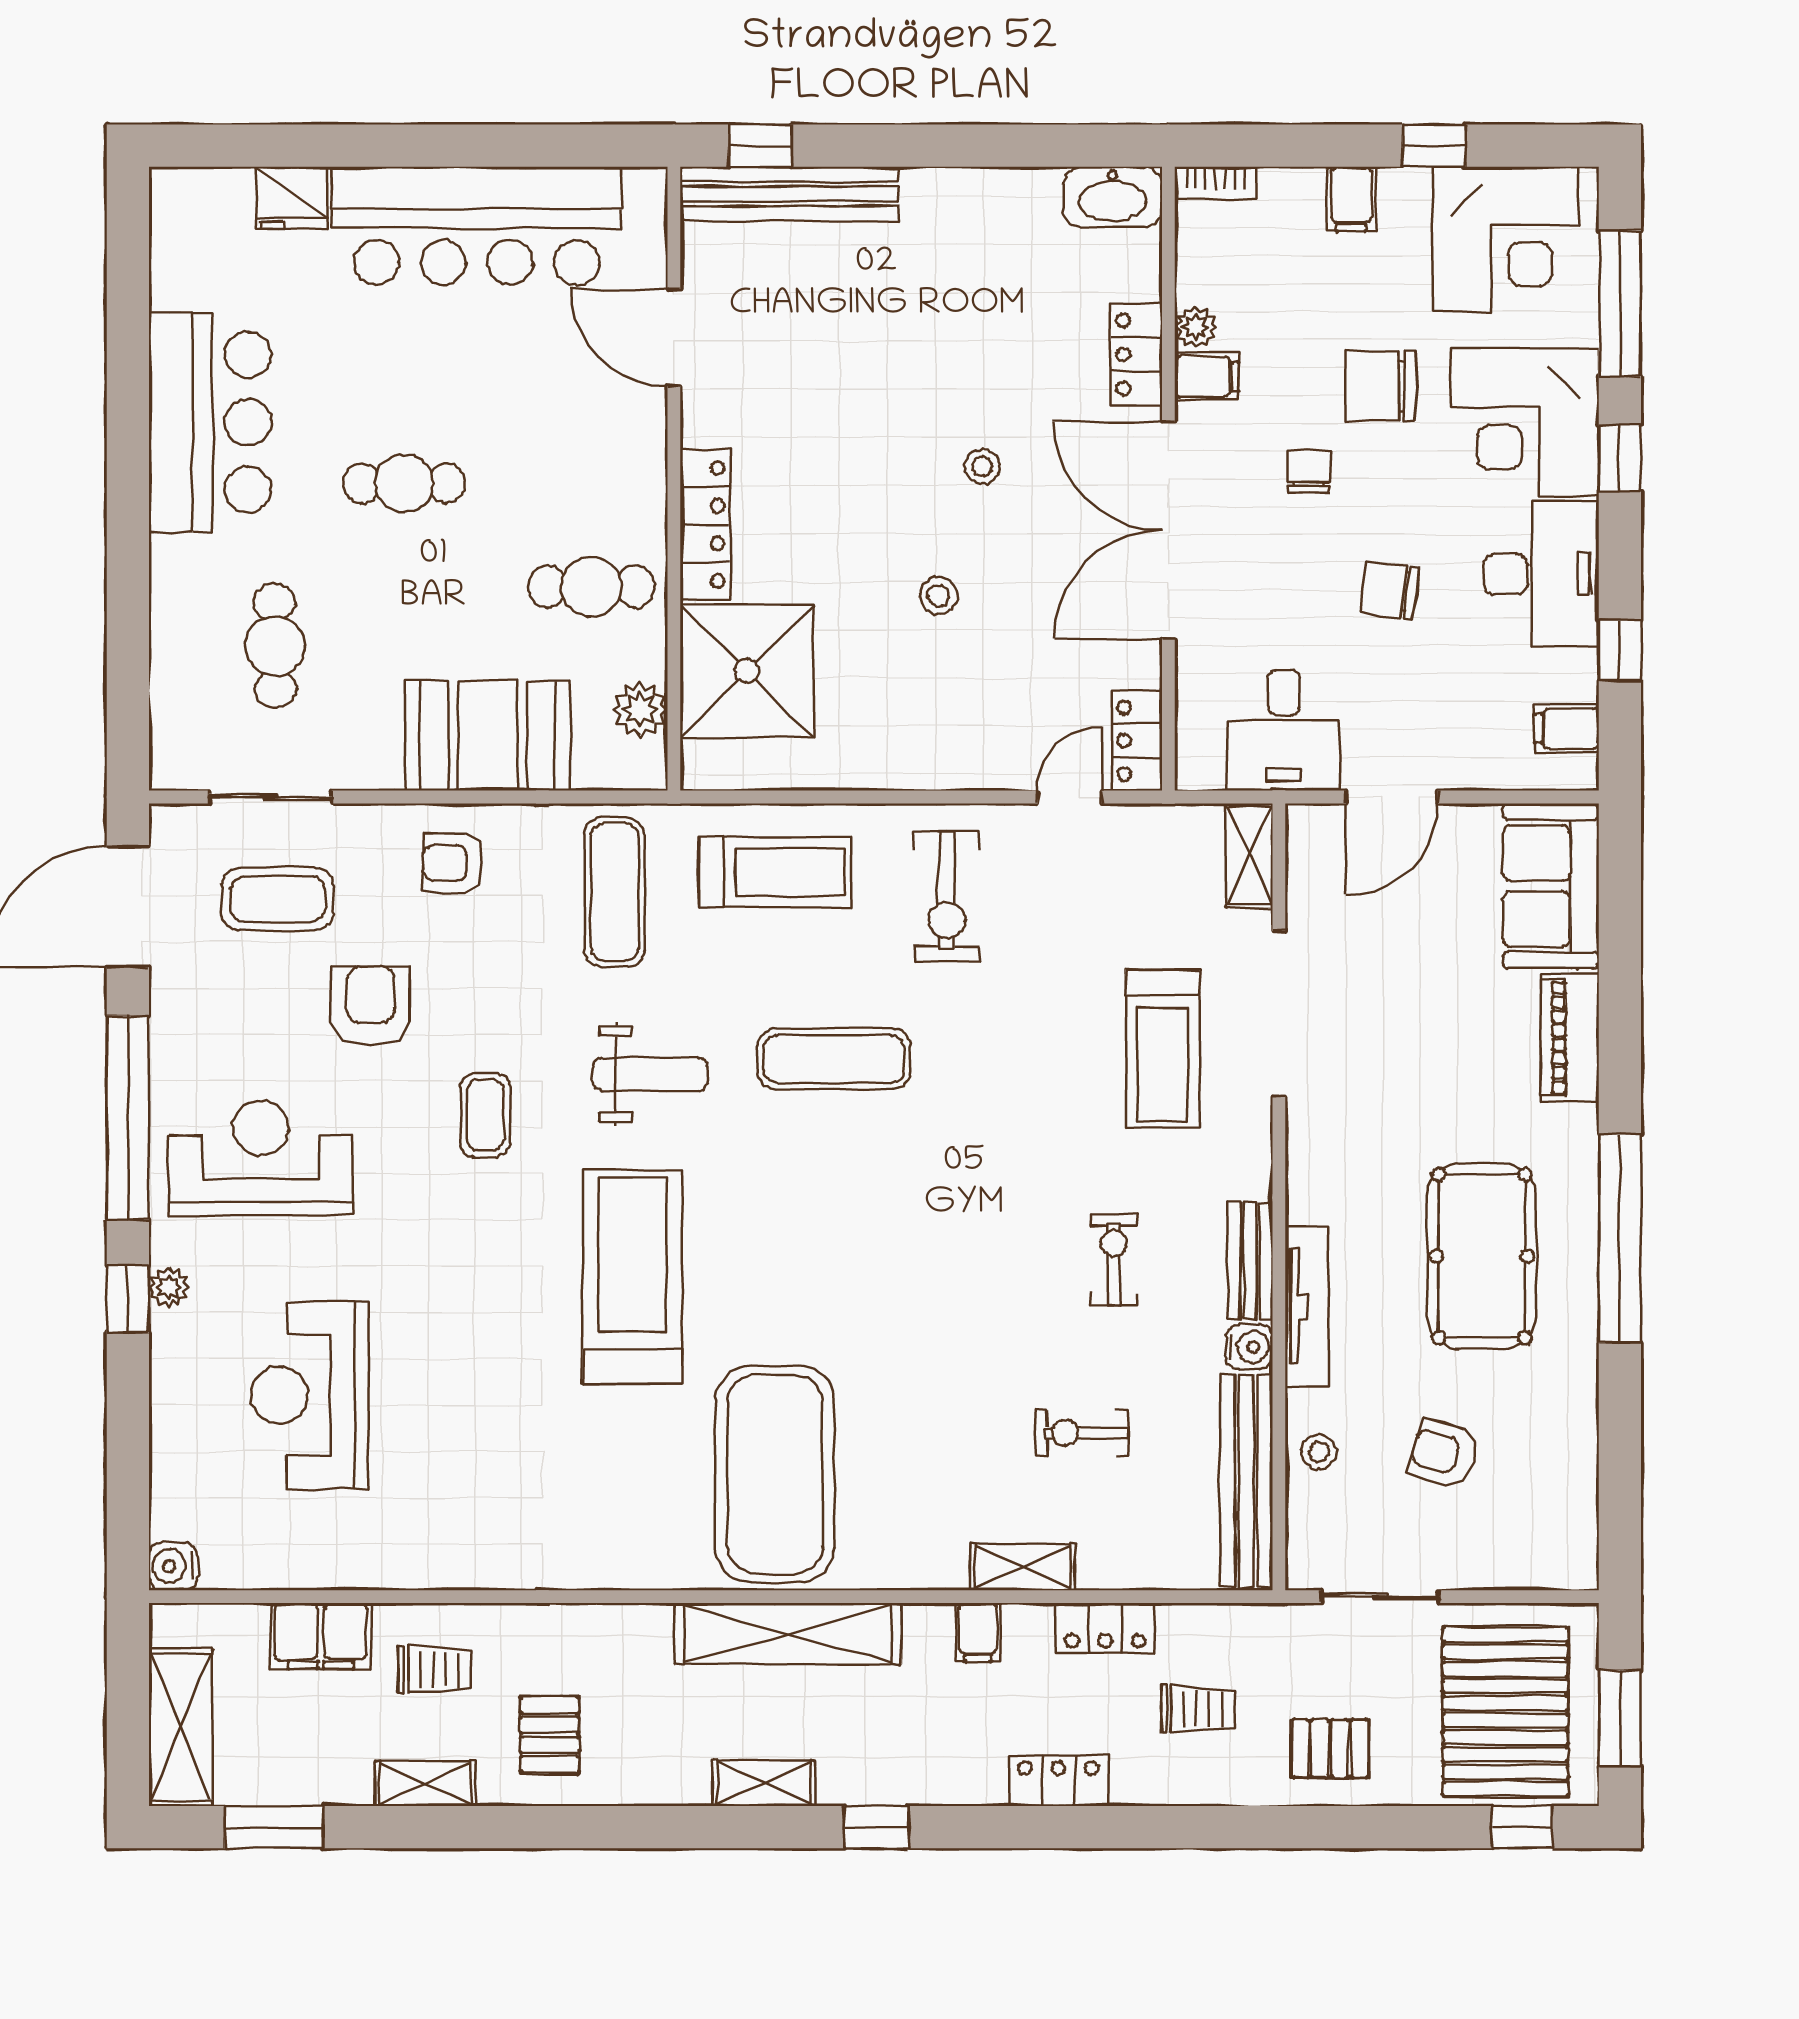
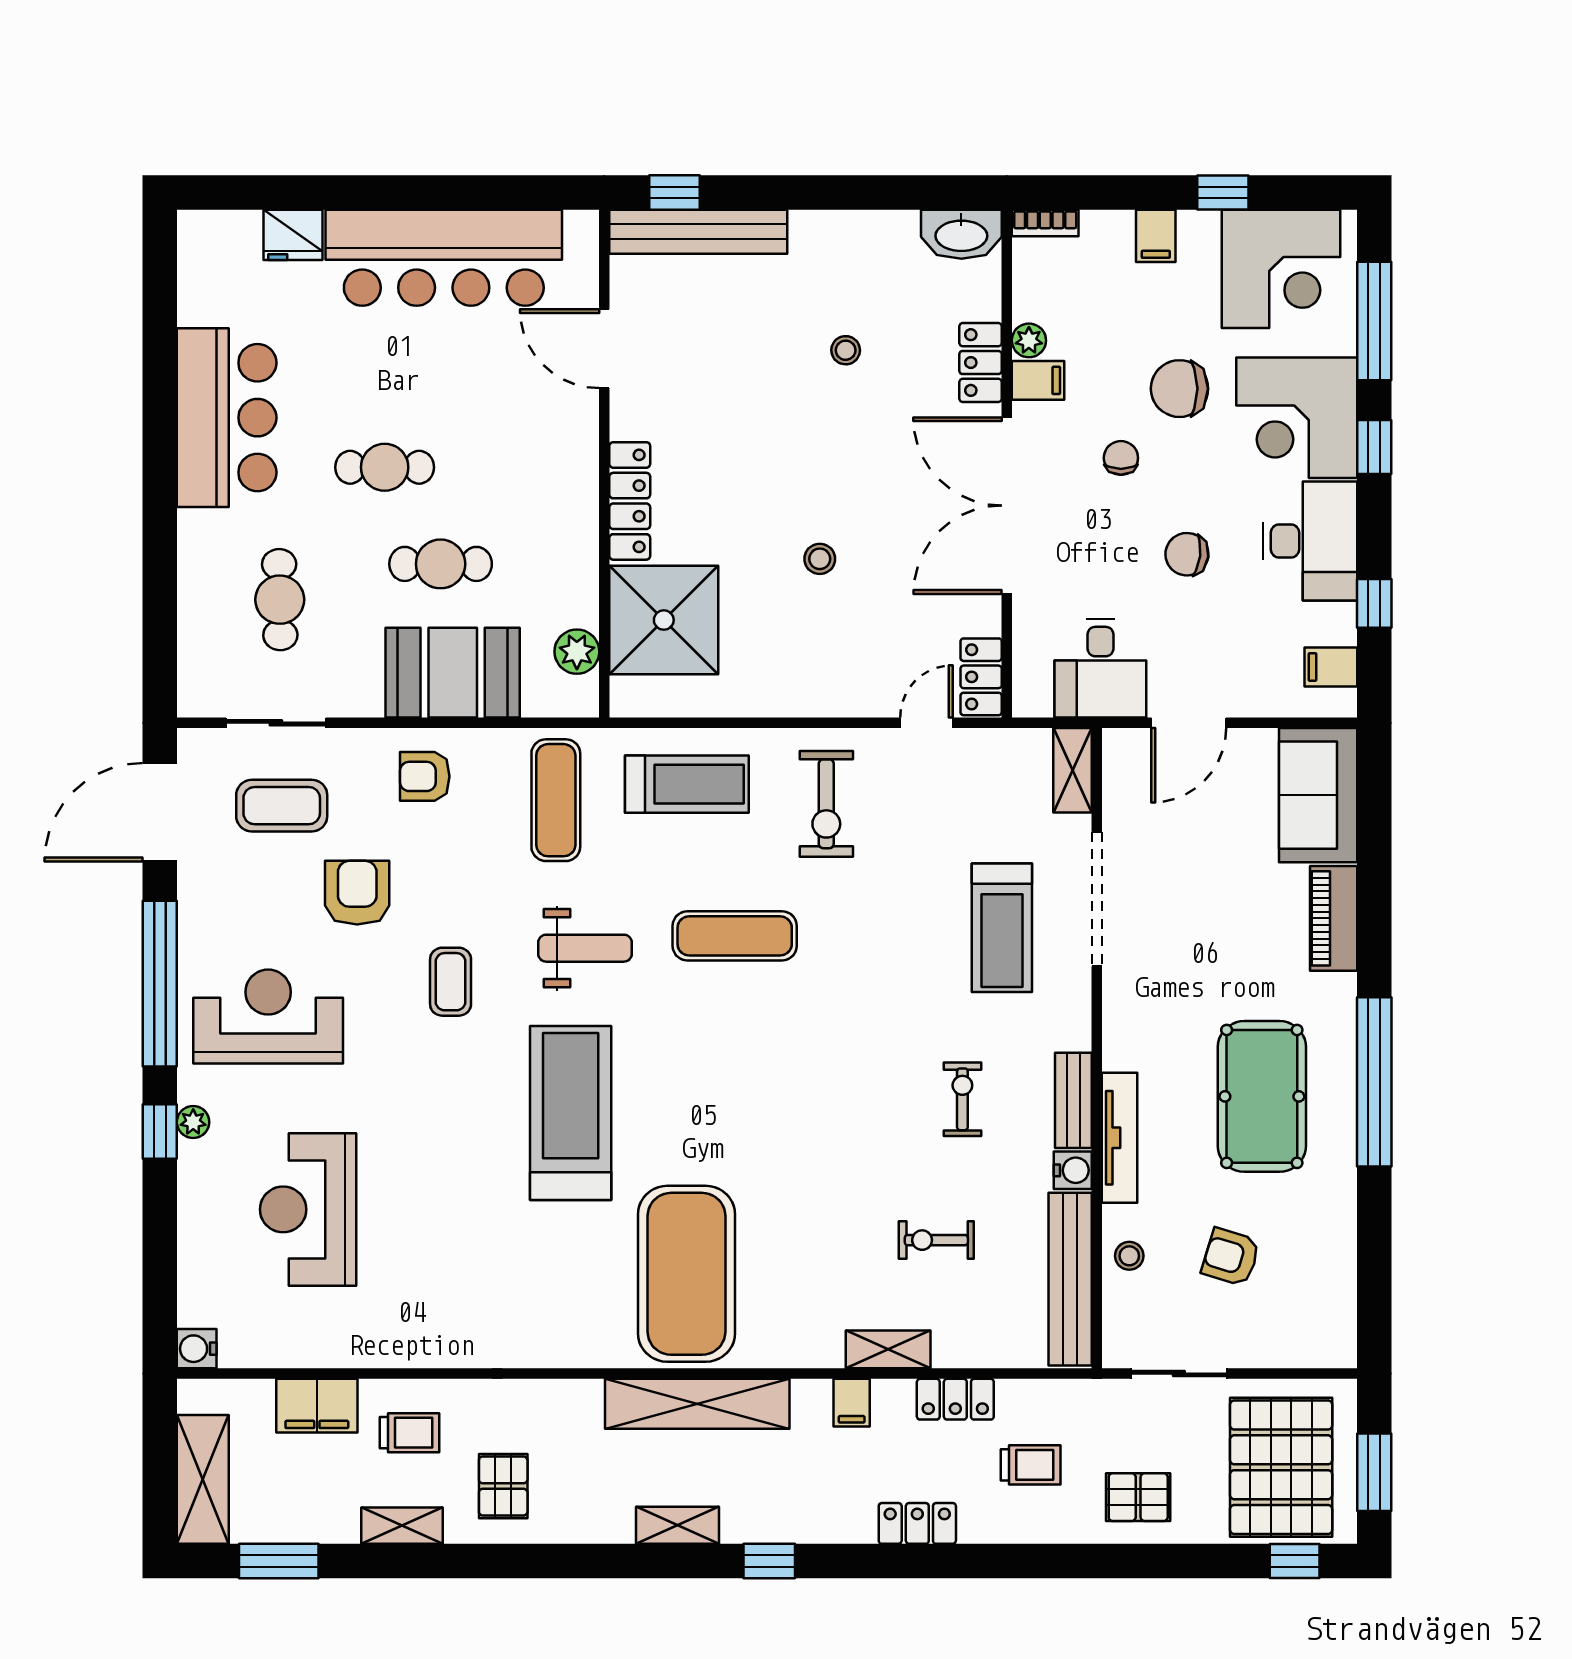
stool: (982, 467) -> (846, 350), moved
cafe table: (591, 587) -> (441, 564), moved

